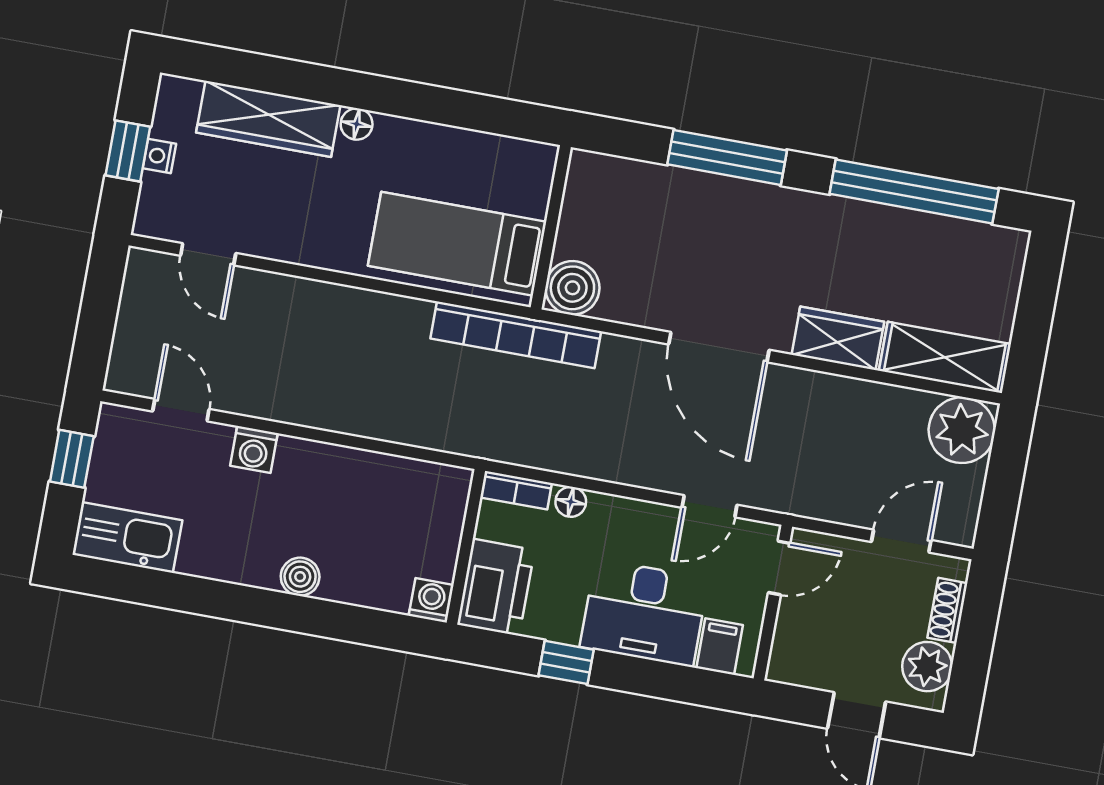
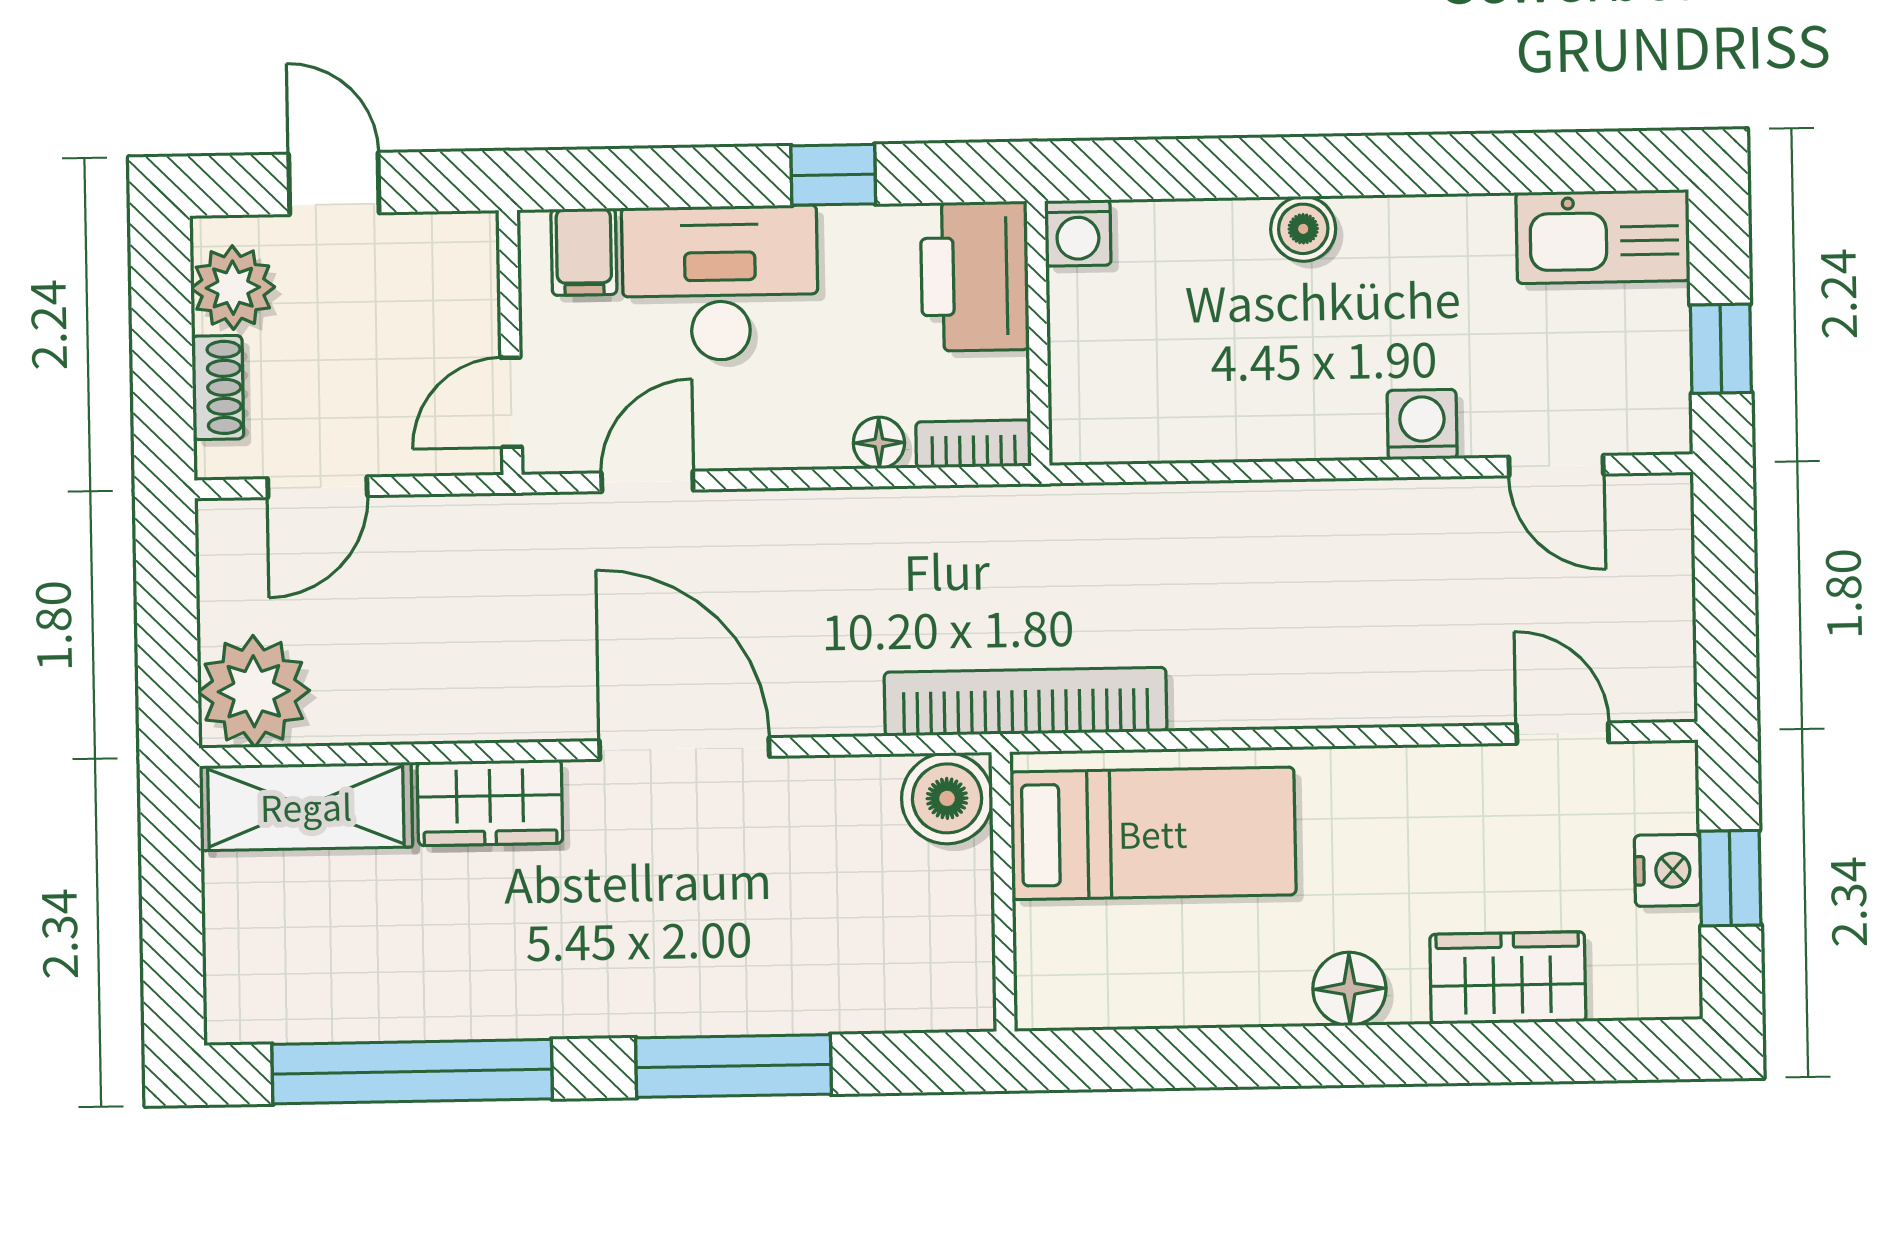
wardrobe: (268, 119) -> (1508, 978), width x0.67
floor lamp: (357, 124) -> (1349, 989), width x1.37, depth x1.37
nightstand: (159, 156) -> (1668, 870), width x1.39, depth x1.35

